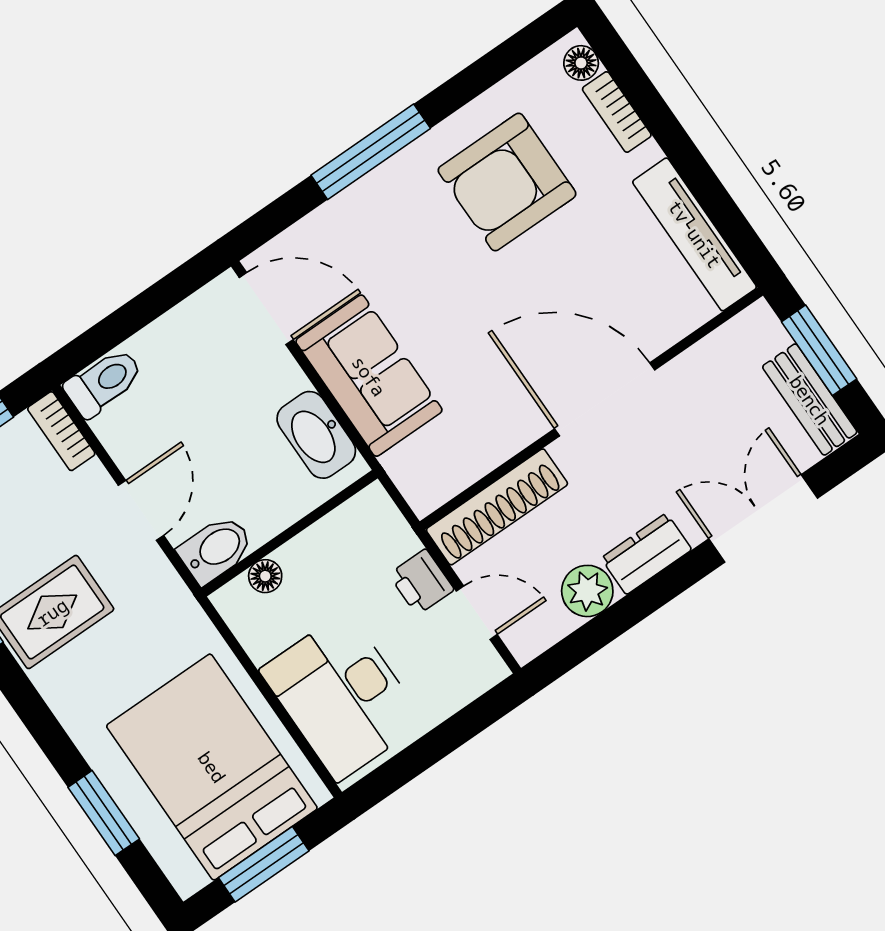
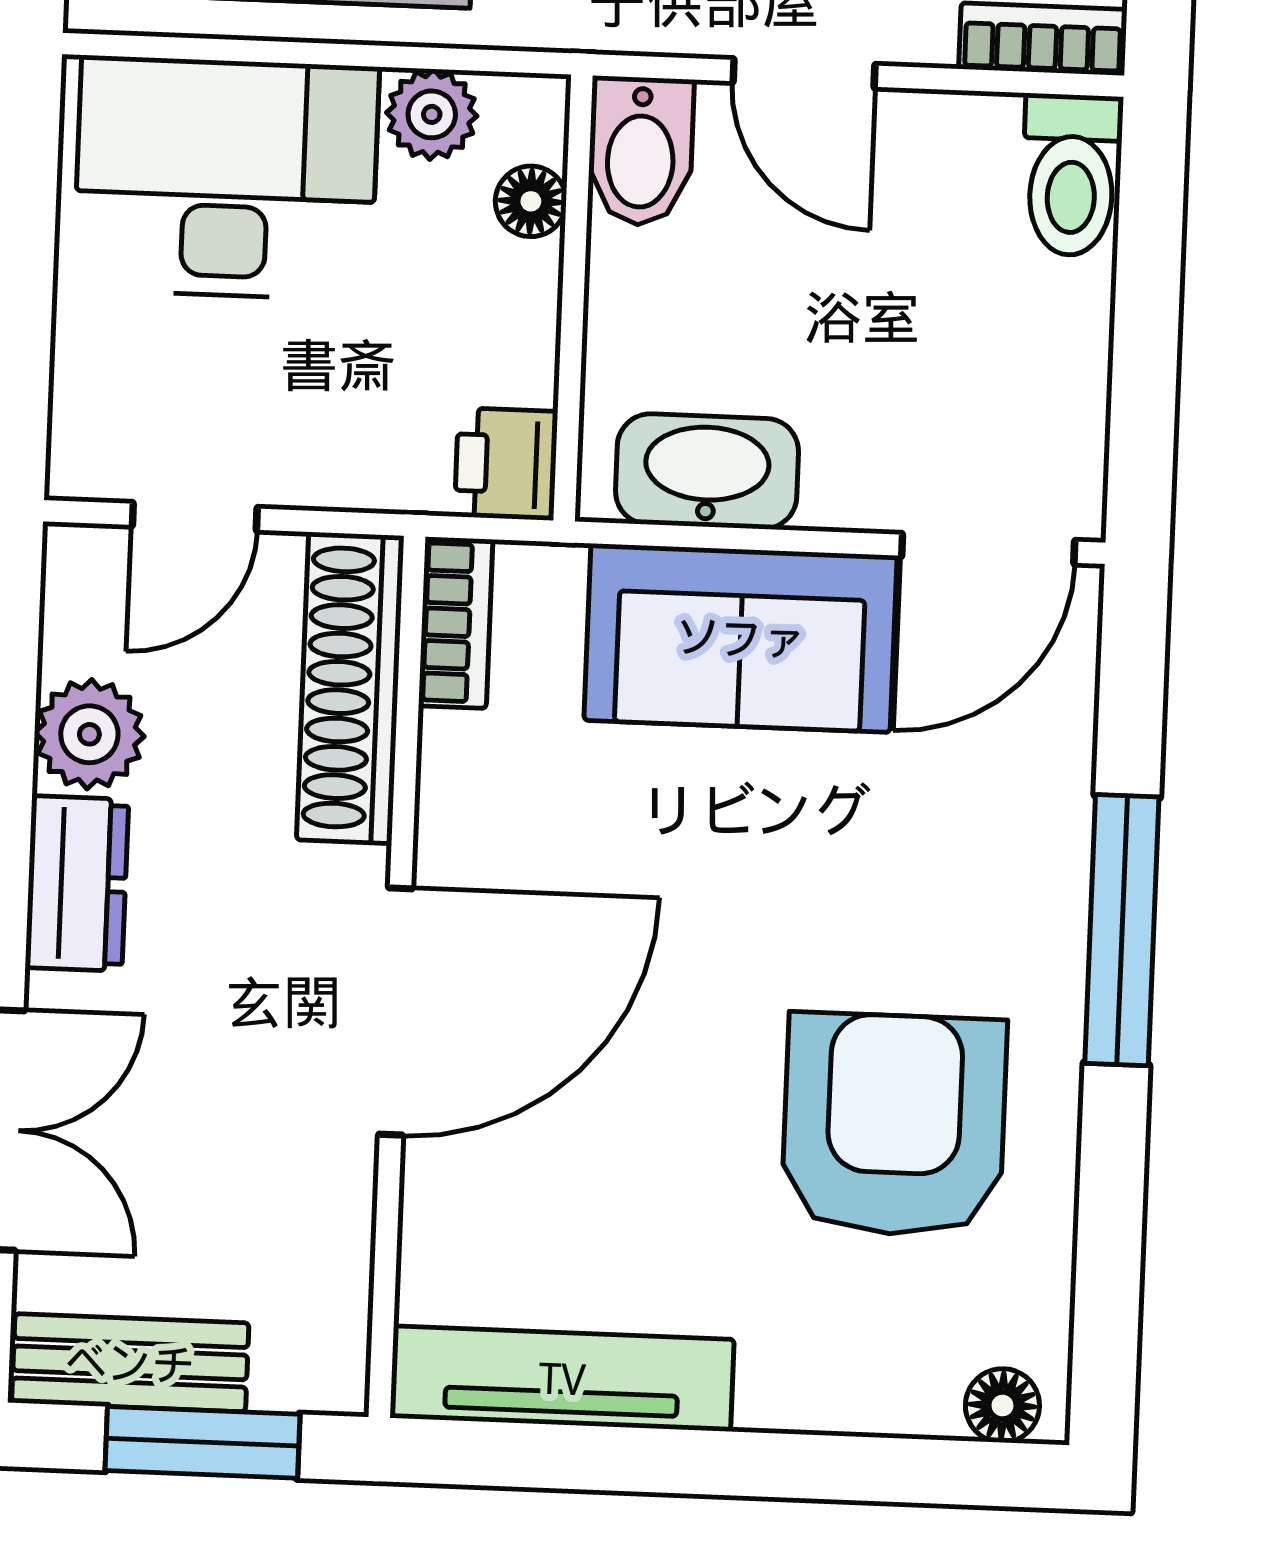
bookcase: (617, 112) -> (456, 623), moved, turned 90
printer: (421, 582) -> (506, 464), moved, turned -90
plant: (261, 637) -> (432, 114), added

